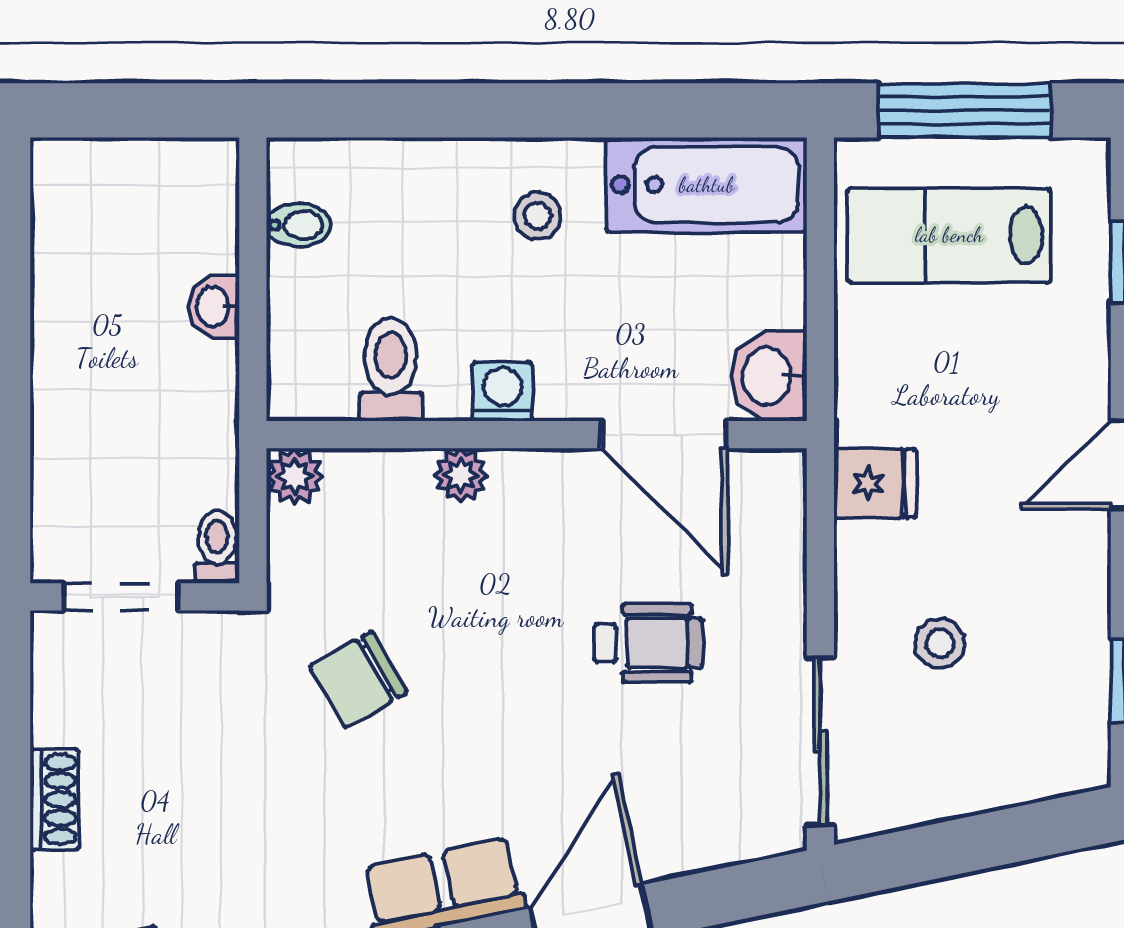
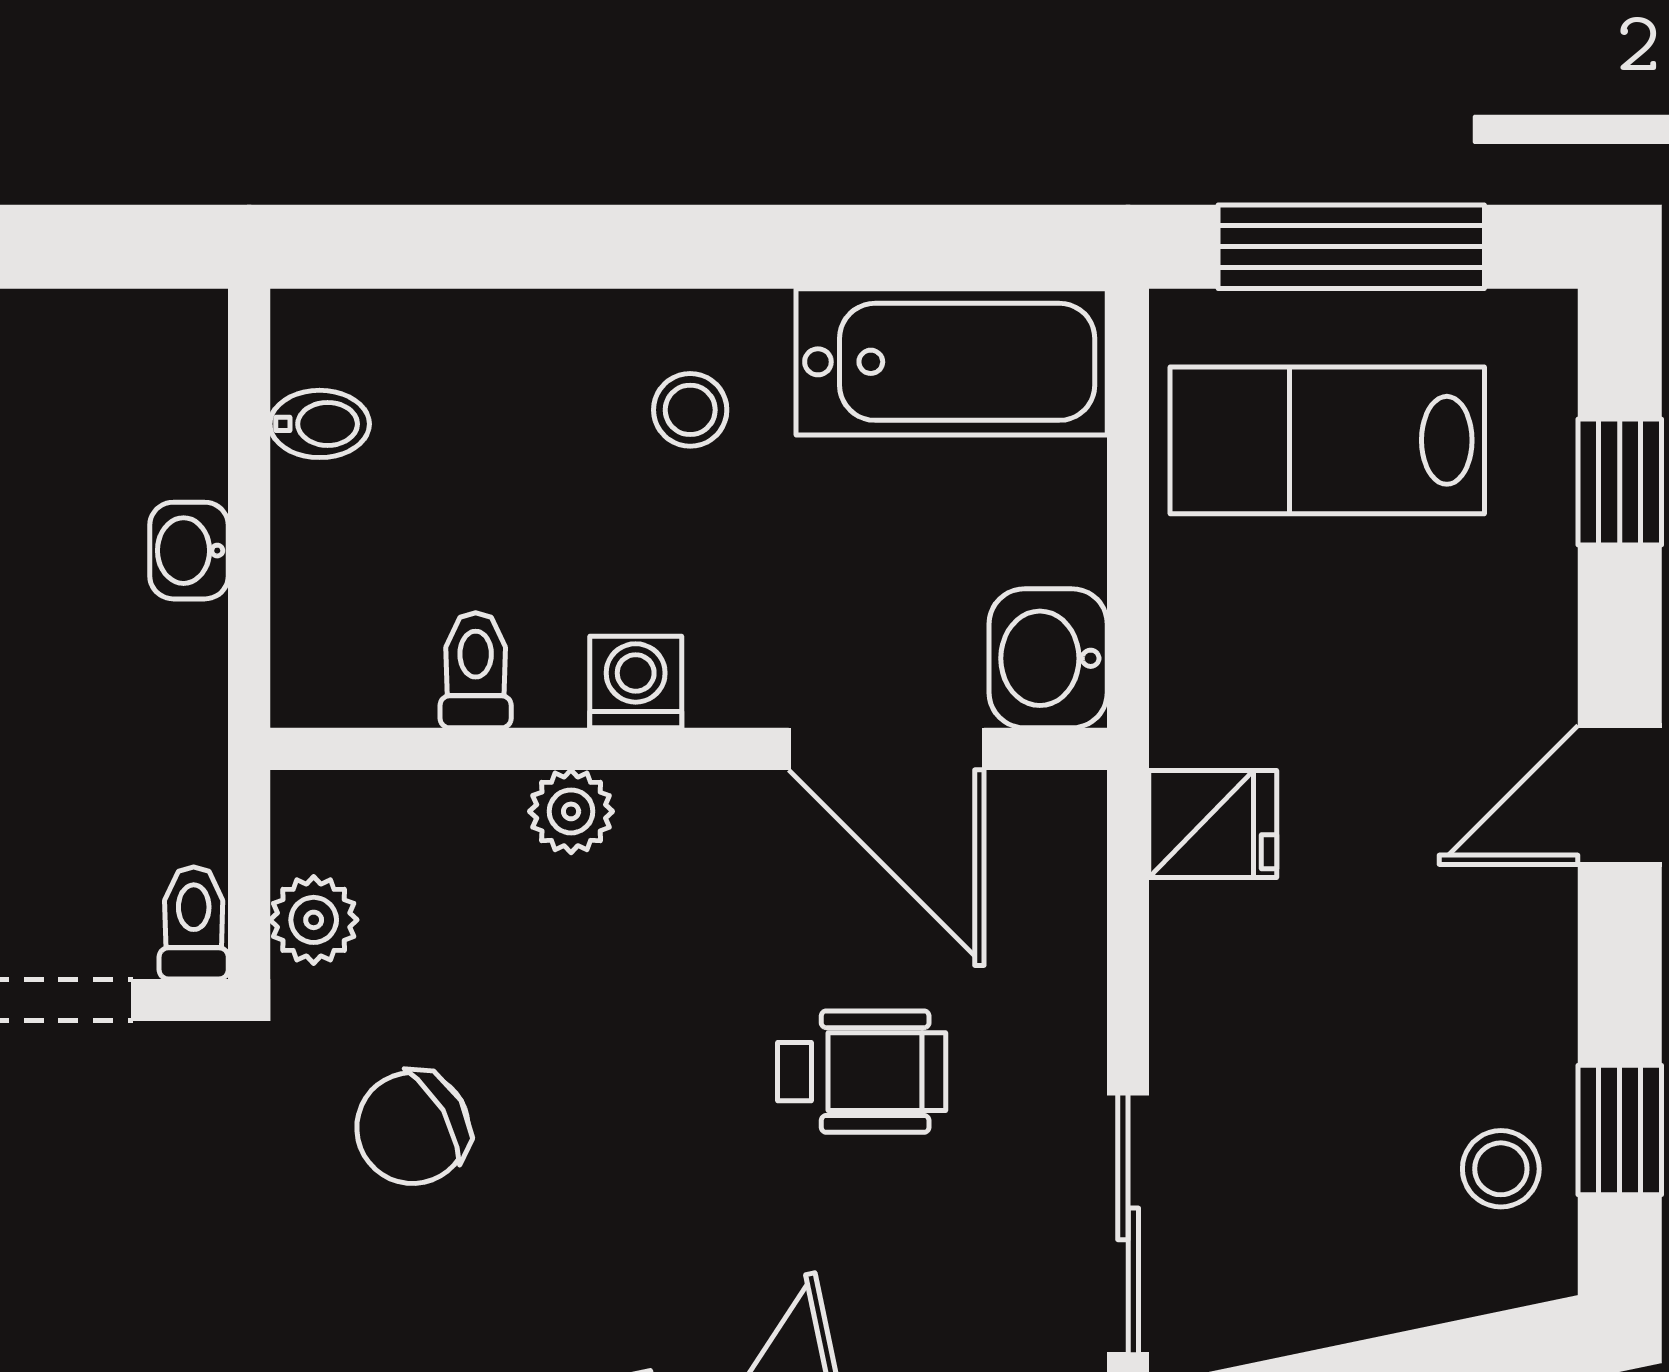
toilet: (391, 369) -> (476, 670), width x0.73, depth x0.72
plant: (295, 476) -> (314, 920), moved
stool: (940, 643) -> (1501, 1169), moved

